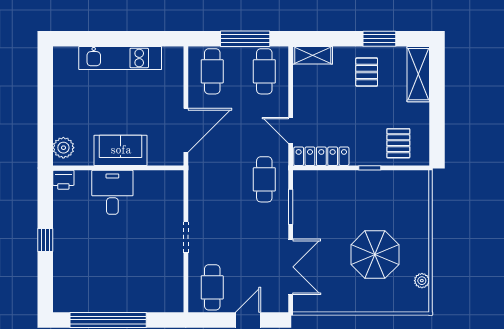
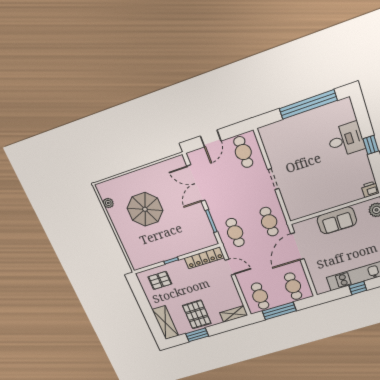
window: (123, 39) -> (358, 288), added
pallet: (367, 72) -> (197, 314), width x1.50, depth x1.42
pallet: (398, 143) -> (160, 280), turned 90
cafe table: (212, 179) -> (269, 222), added
desk: (112, 192) -> (346, 140), moved, turned -90

